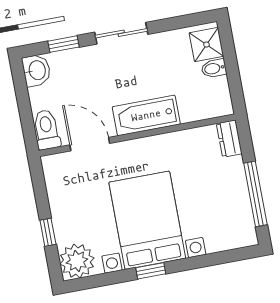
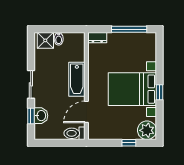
washbasin: (37, 70) -> (41, 116), moved, turned 90

